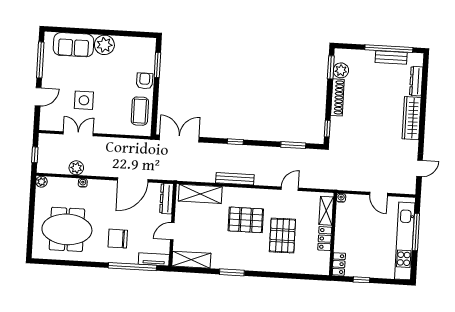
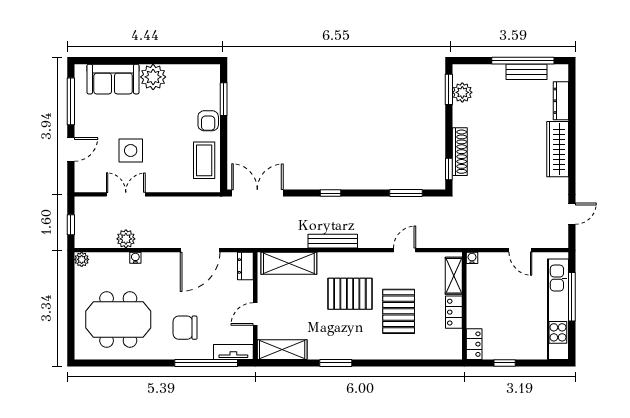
armchair: (145, 81) -> (208, 121), turned 180
shoe rack: (337, 97) -> (460, 152), moved
dresser: (167, 199) -> (245, 266), width x0.70

